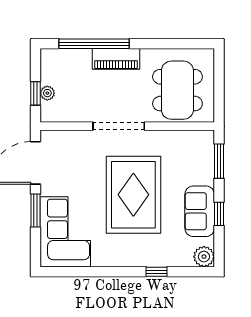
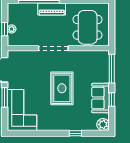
window: (219, 161) -> (112, 69), width x1.44
rug: (133, 195) -> (62, 88), width x0.73, depth x0.69

